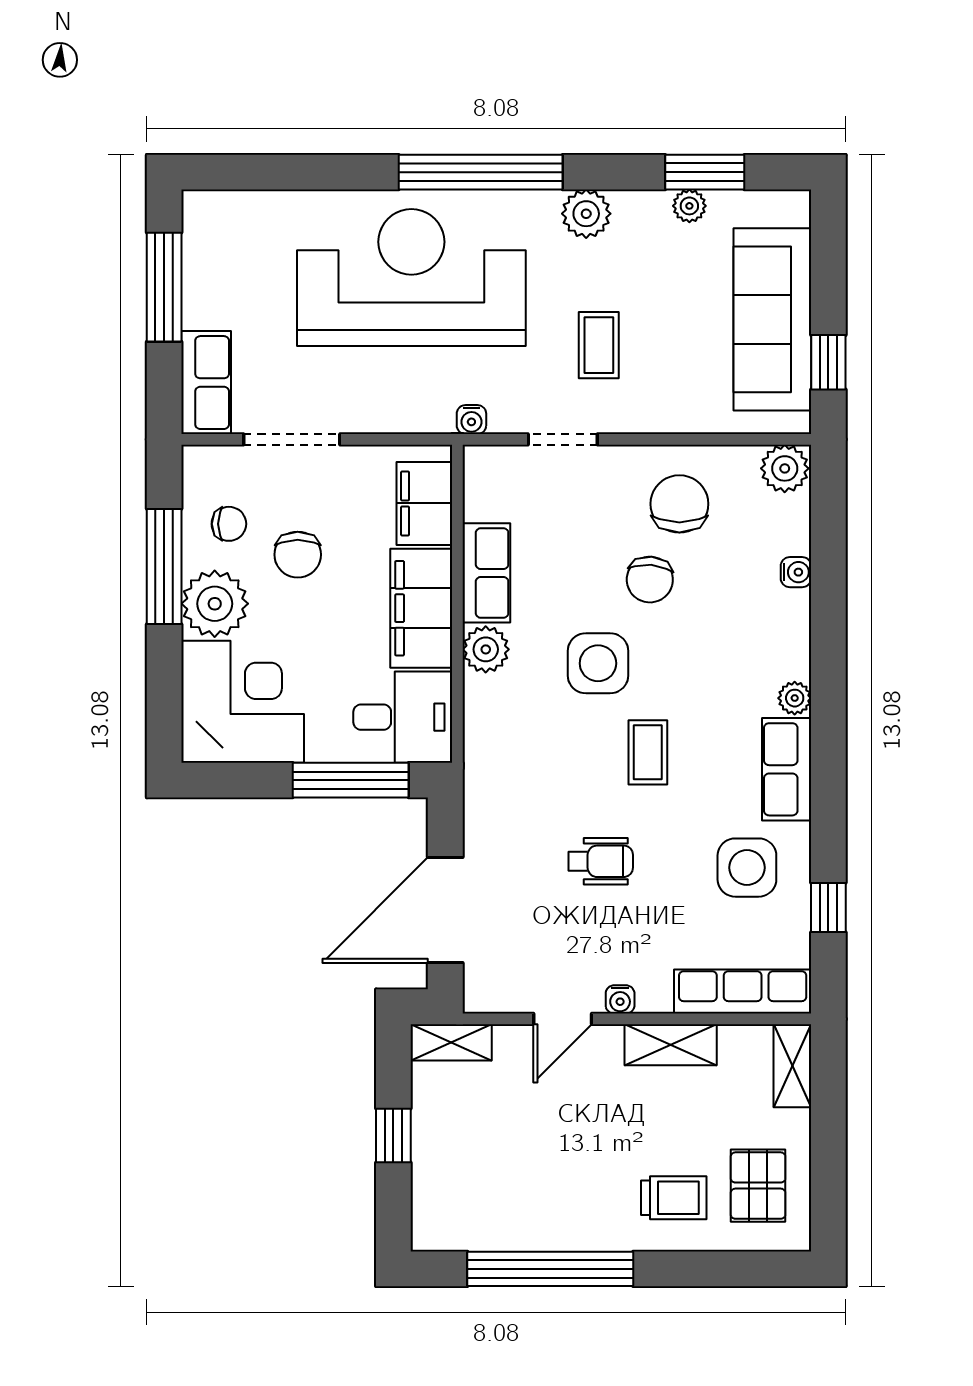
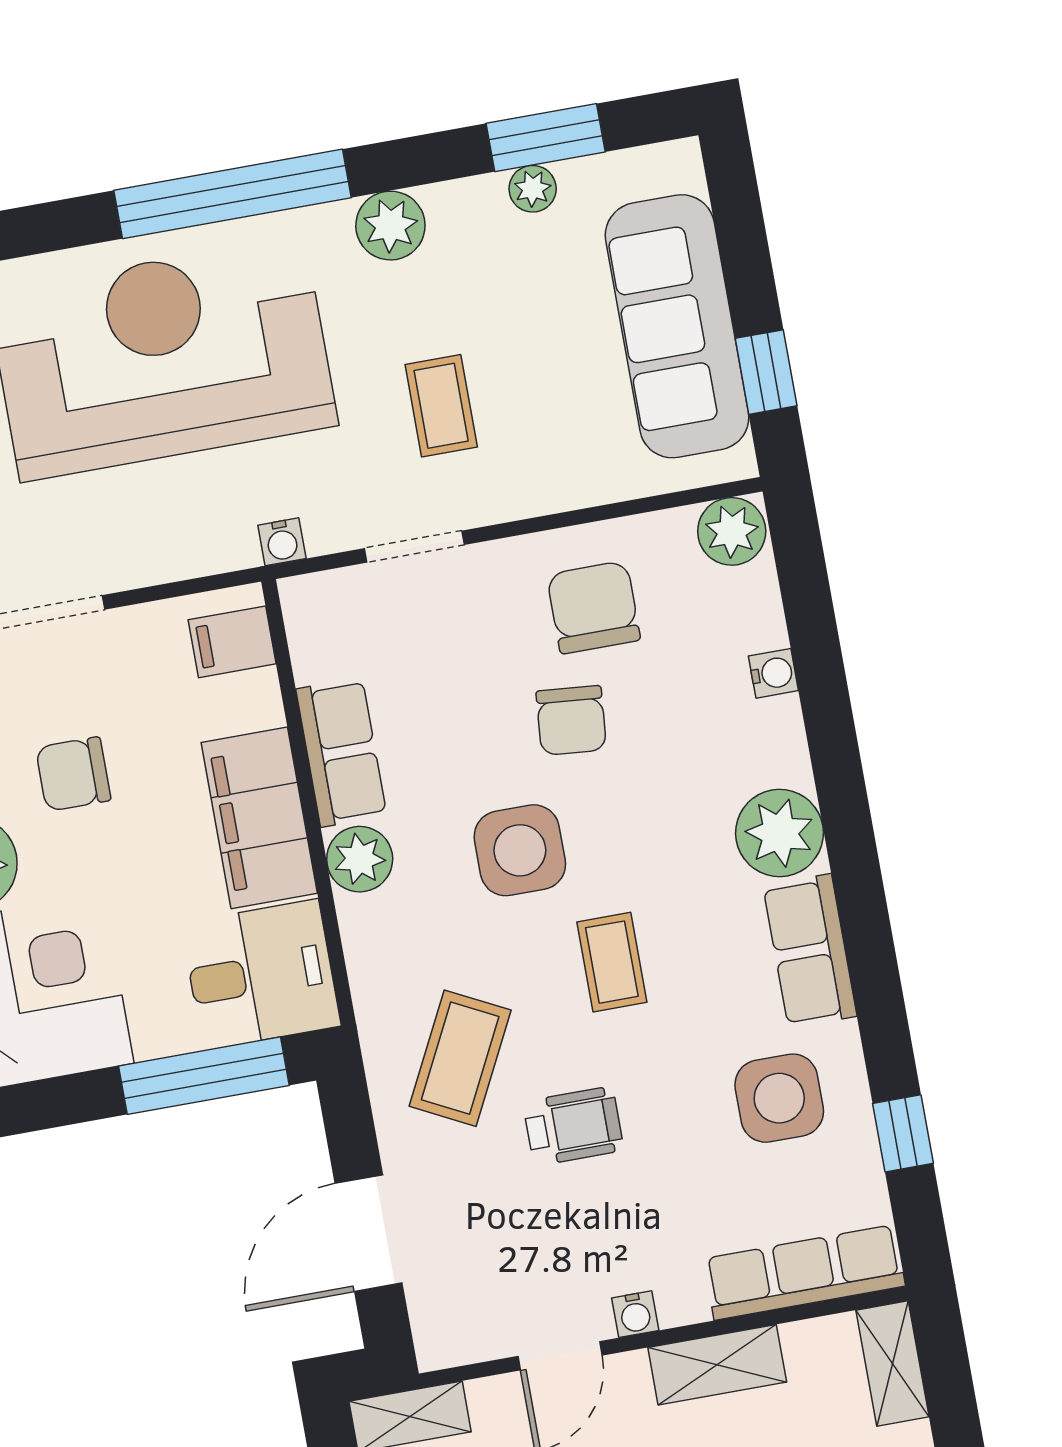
filing cabinet: (424, 503) -> (232, 642), width x0.50
chair: (298, 555) -> (73, 774), turned 90
plant: (795, 698) -> (780, 833), width x1.88, depth x1.88
coffee table: (531, 800) -> (460, 1058), added
door: (445, 910) -> (369, 1233), width x0.73

